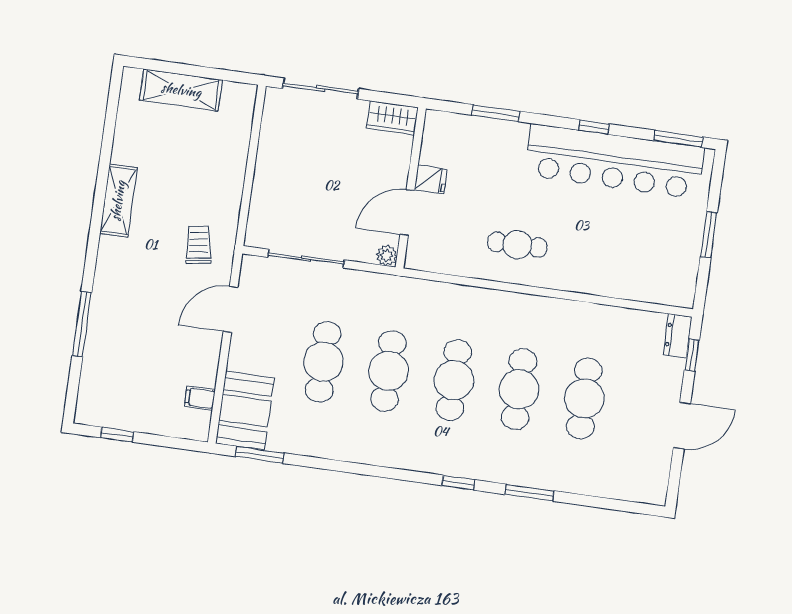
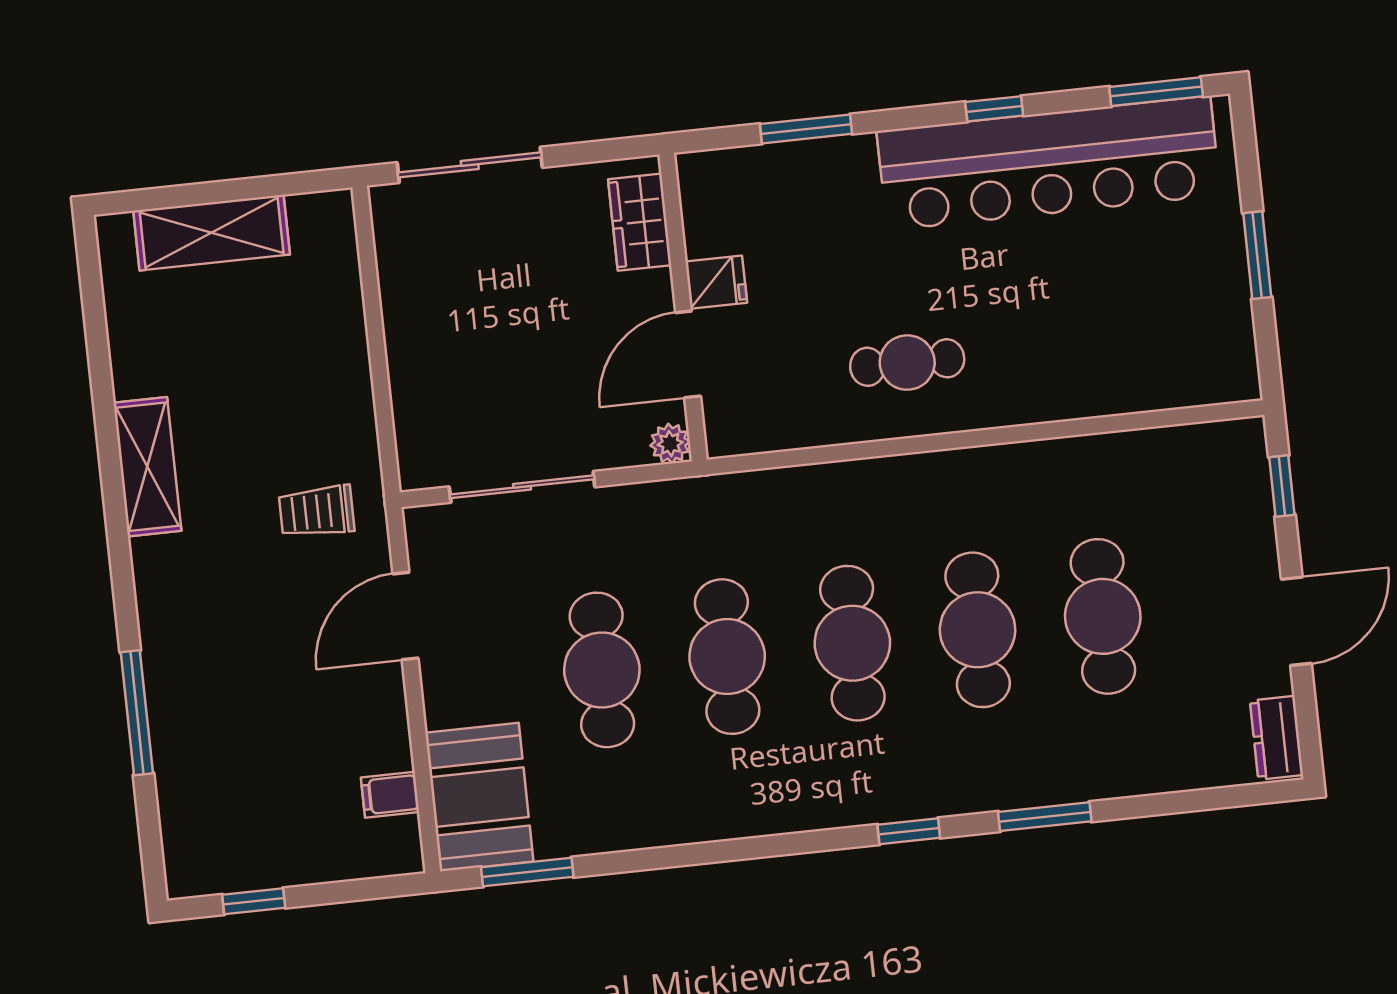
wardrobe: (392, 118) -> (640, 222), moved, turned 90
trolley: (199, 245) -> (317, 511), turned -82
dresser: (678, 336) -> (1276, 738), moved

